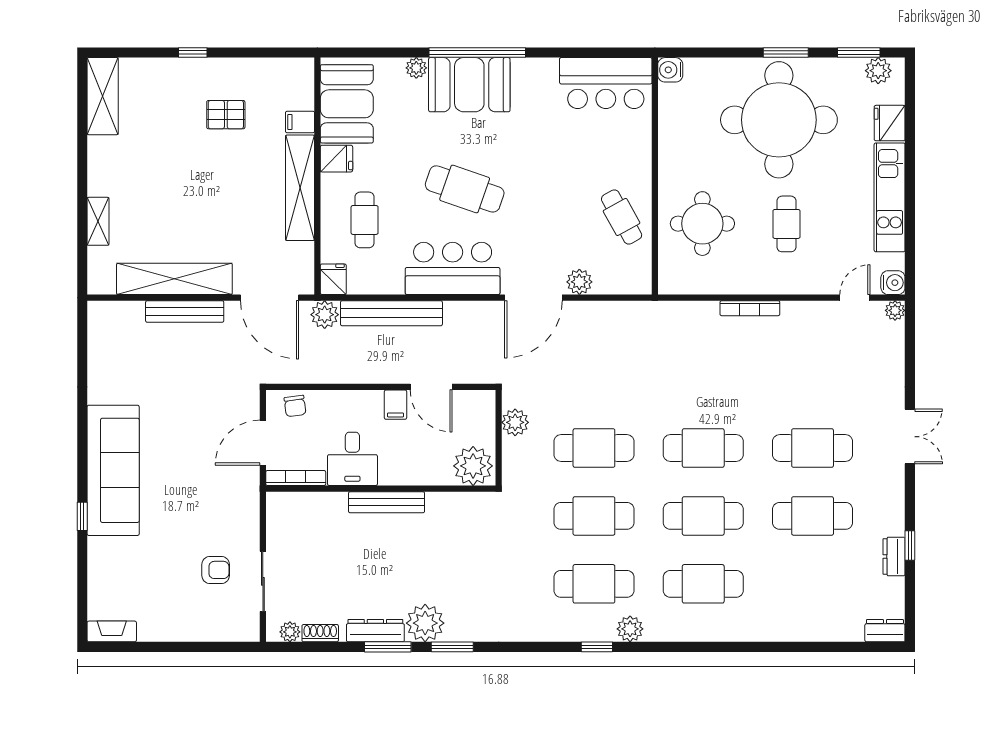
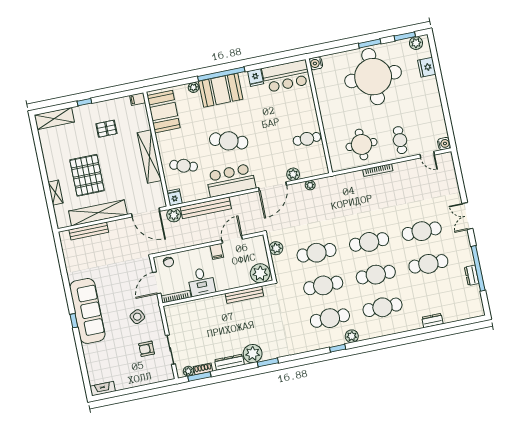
shelving: (103, 96) -> (54, 119), moved, turned 90
filing cabinet: (300, 122) -> (138, 99), moved
fridge: (336, 159) -> (256, 77), moved, turned 90
kitchen unit: (890, 197) -> (434, 103), removed
pallet: (168, 200) -> (87, 175), added
cafe table: (622, 217) -> (307, 139), turned -61
cafe table: (365, 220) -> (184, 166), turned -73
round table: (702, 224) -> (361, 144), moved
cafe table: (786, 224) -> (400, 140), moved
door: (855, 298) -> (427, 155), swing flipped
plant: (895, 310) -> (310, 185), moved
bench: (185, 311) -> (89, 231), moved
door: (431, 387) -> (232, 239), swing flipped
double door: (910, 437) -> (467, 216), swing flipped
side table: (210, 502) -> (137, 317), added
bench: (387, 502) -> (244, 295), moved
window: (82, 516) -> (74, 321), moved
window: (910, 545) -> (478, 268), width x3.17
armchair: (216, 570) -> (147, 349), turned 180
dresser: (885, 631) -> (433, 321), moved
window: (388, 647) -> (199, 377), moved

